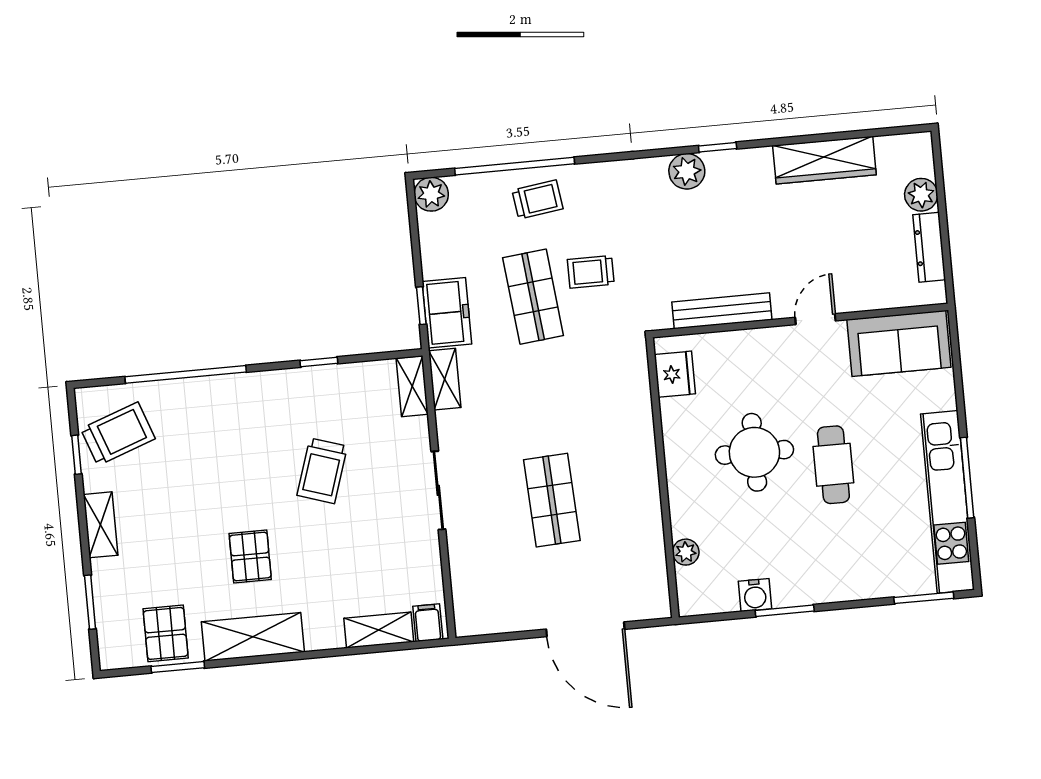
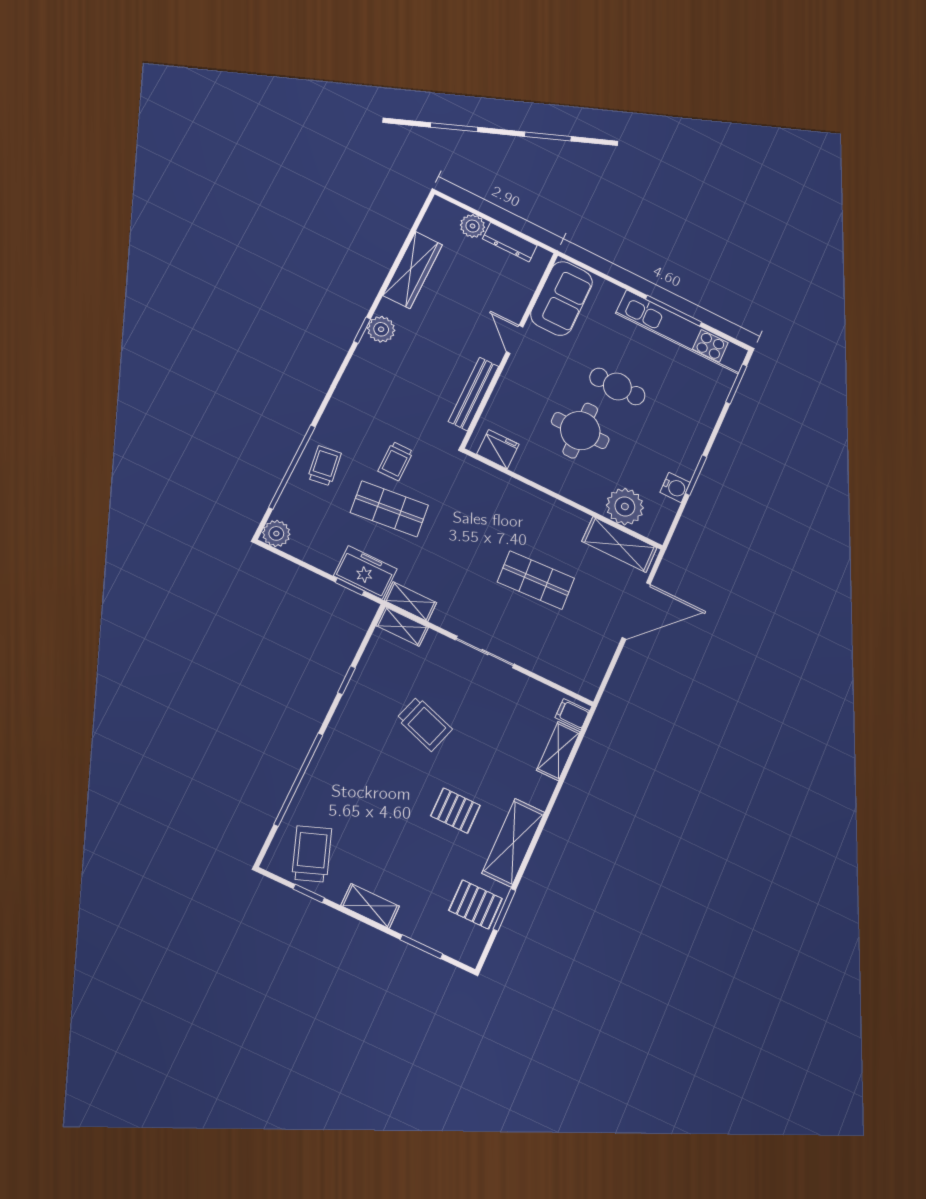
plant: (687, 171) -> (381, 329), moved
plant: (686, 552) -> (625, 507), width x1.88, depth x1.88
shelving: (649, 569) -> (619, 545), added

